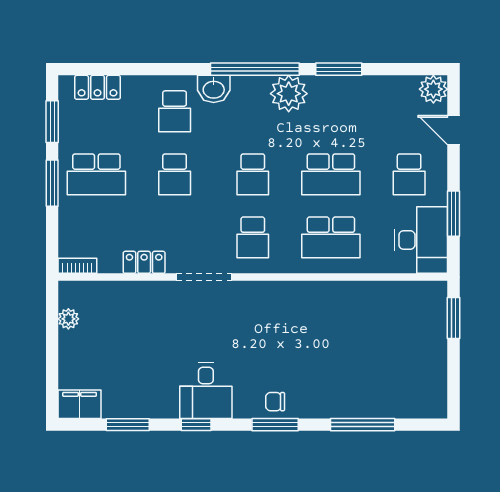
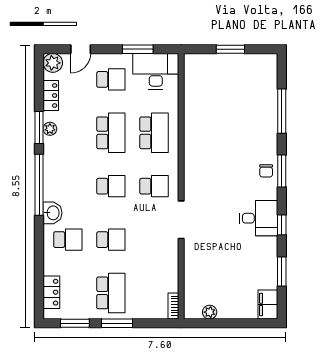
plant: (289, 94) -> (50, 129), moved, width x0.53, depth x0.53
locker: (144, 262) -> (51, 96), moved, turned 180
window: (453, 318) -> (230, 49), moved

